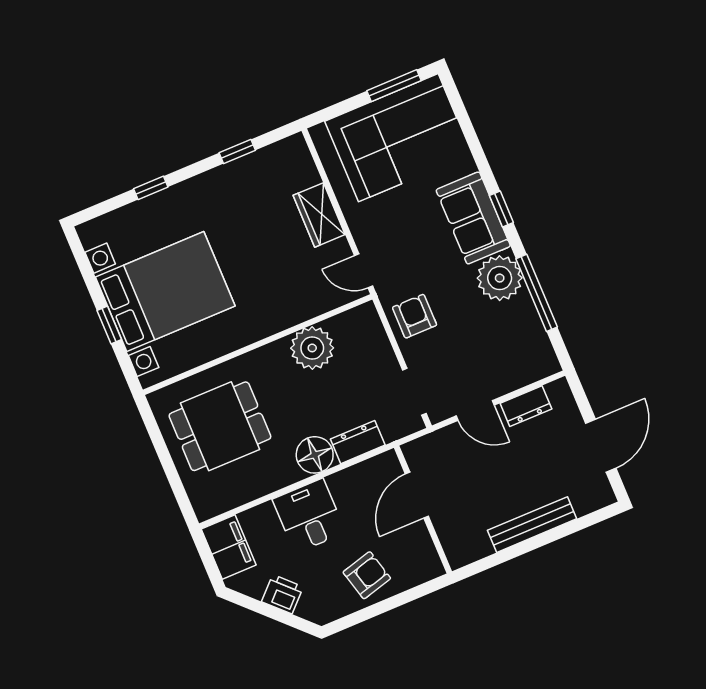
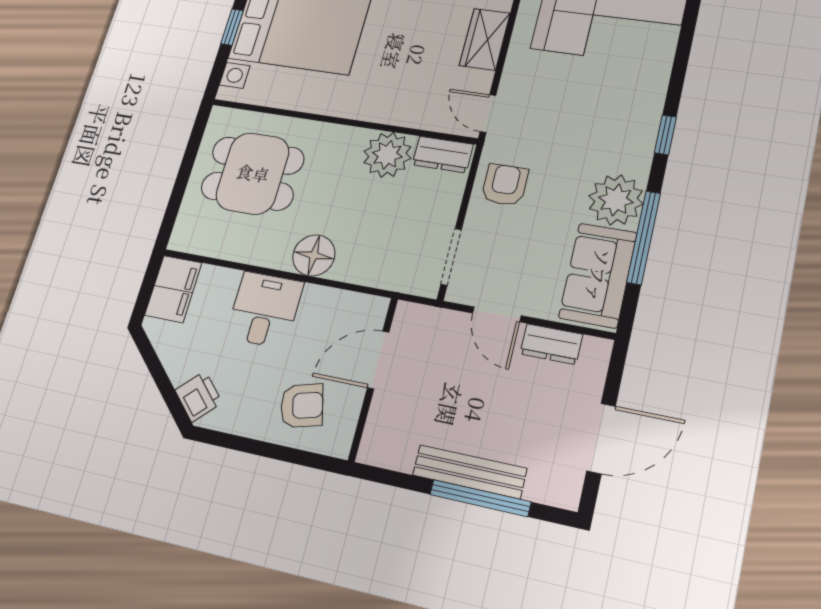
sofa: (473, 218) -> (598, 275), moved
dresser: (358, 442) -> (443, 155), moved, turned 180
window: (551, 536) -> (480, 498), added
armchair: (367, 575) -> (302, 406), moved
printer: (282, 594) -> (198, 396), moved

